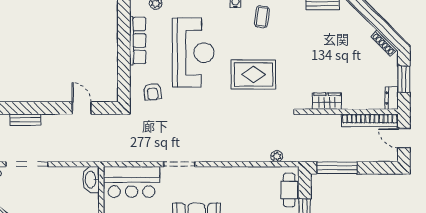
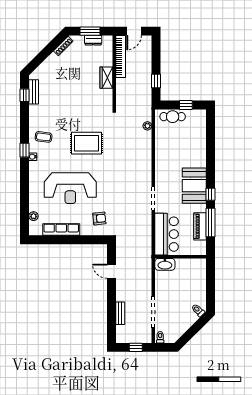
reception desk: (193, 53) -> (70, 188), turned 180
rug: (253, 74) -> (87, 143), turned 90
dresser: (392, 98) -> (93, 40), moved
wardrobe: (327, 101) -> (106, 78), moved
door: (82, 108) -> (112, 271), hinge flipped
window: (337, 168) -> (156, 81), width x0.46

